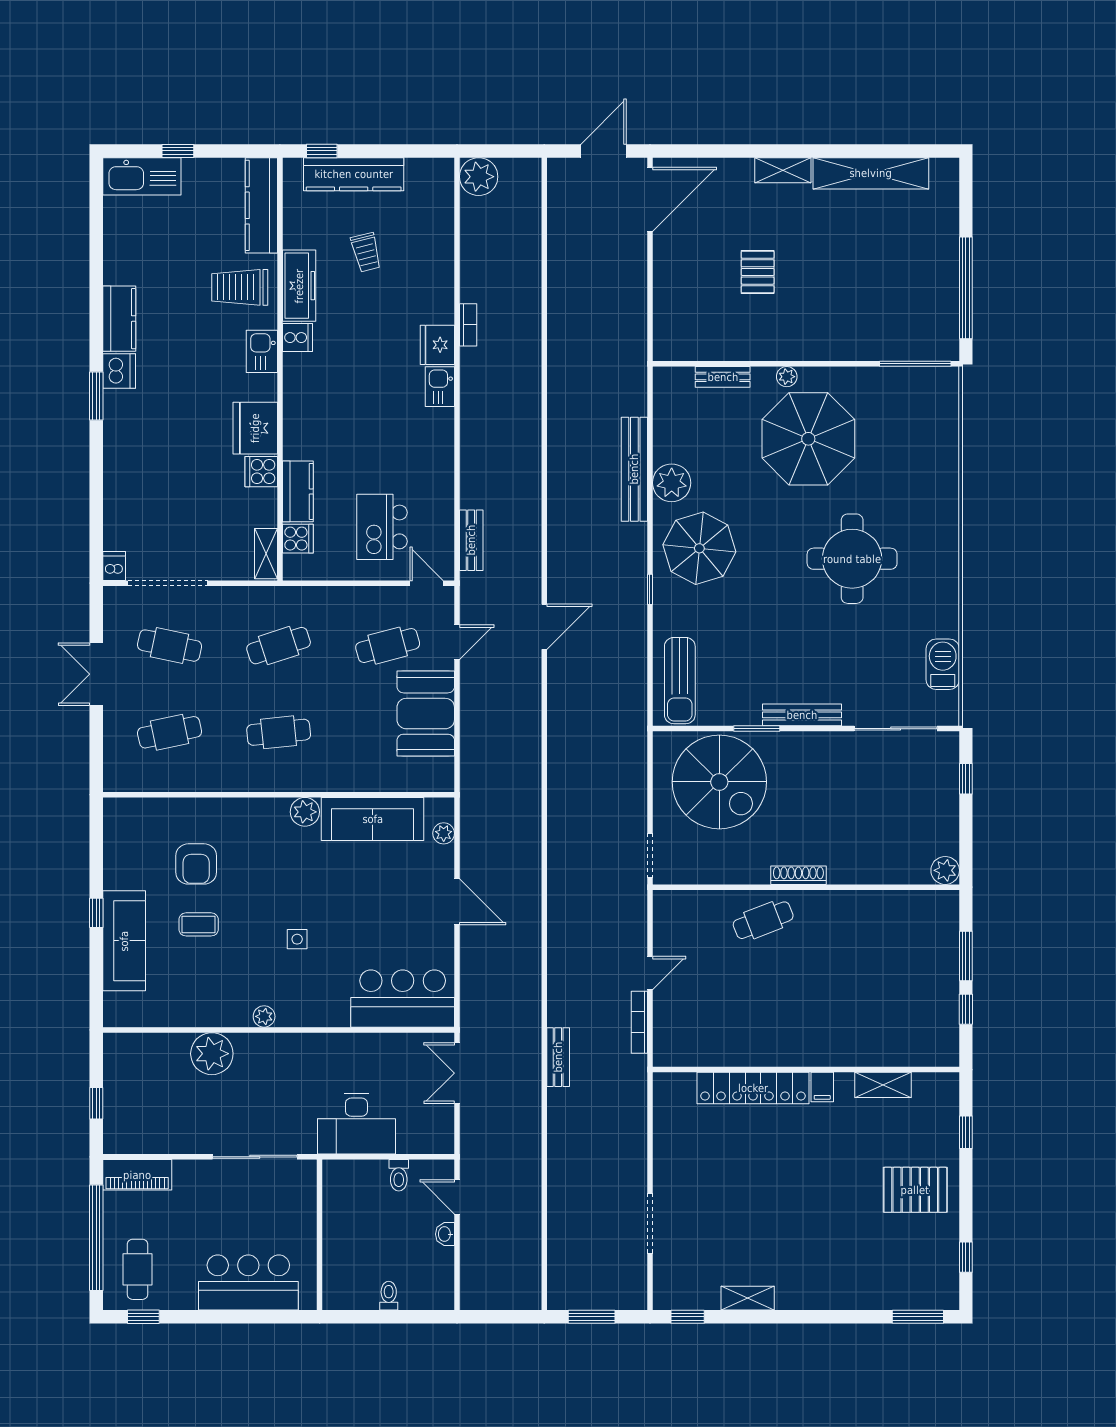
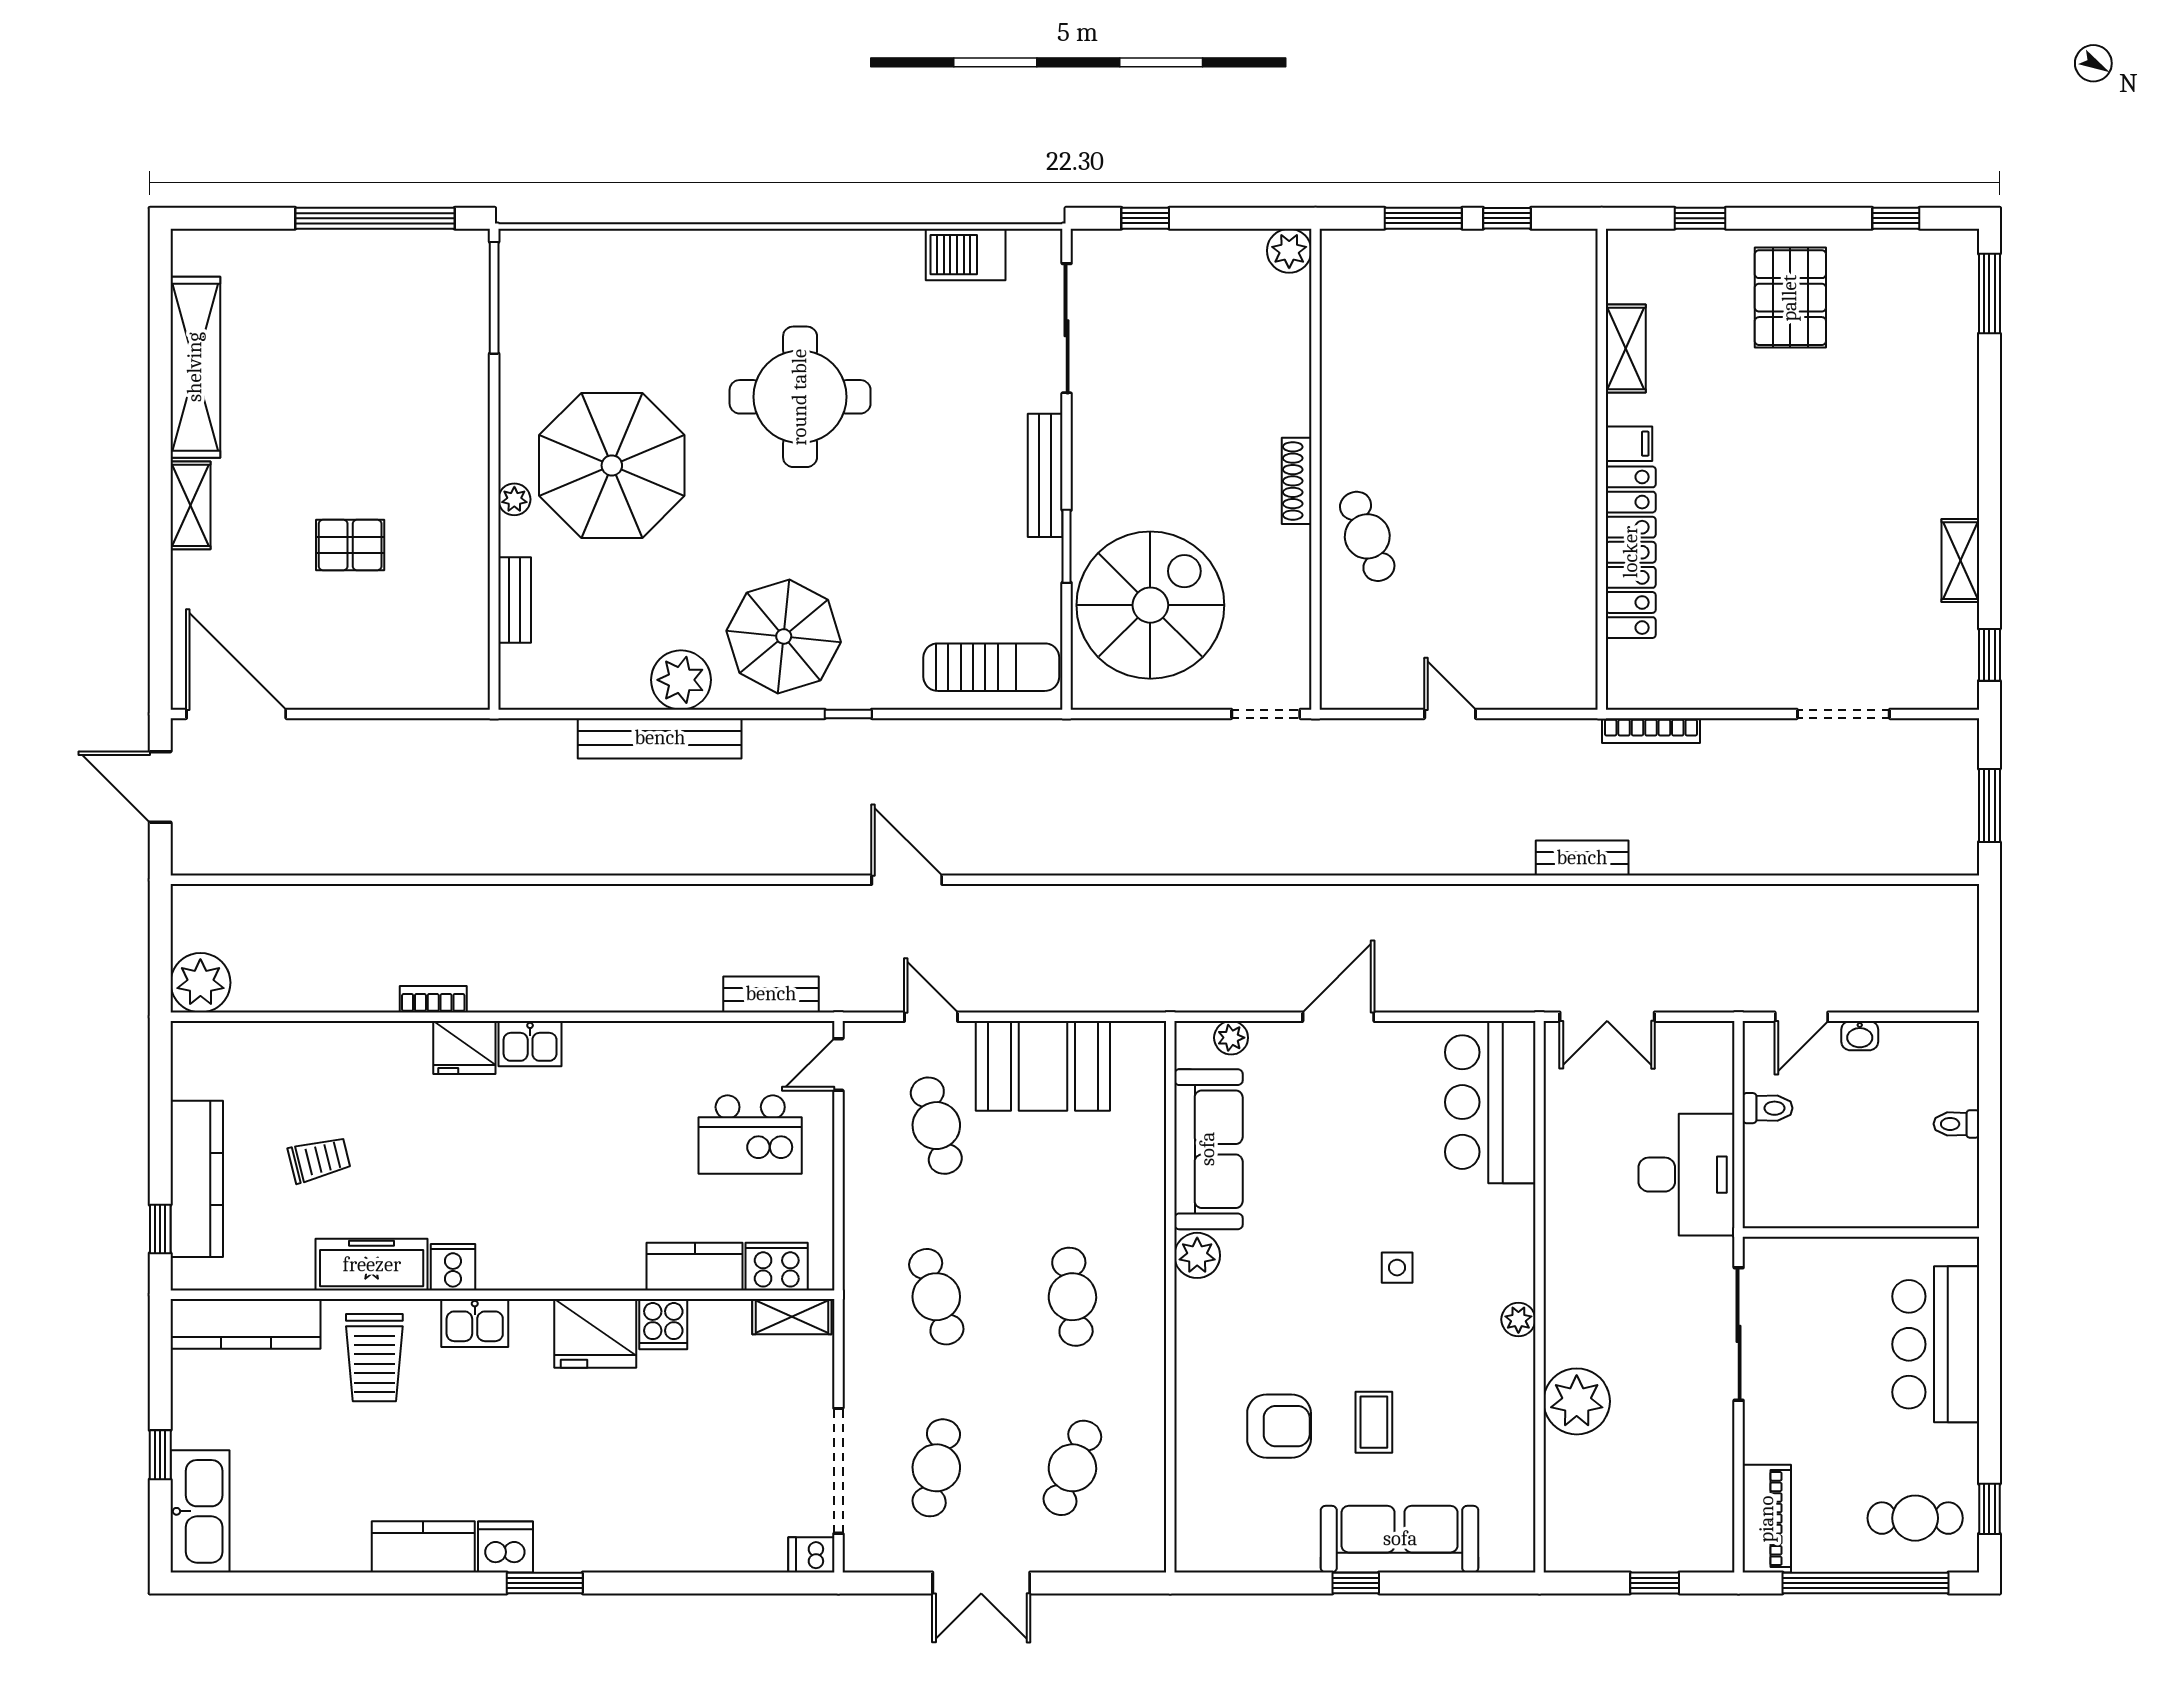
cooker: (298, 539) -> (777, 1267), width x1.36
cafe table: (170, 732) -> (1072, 1468), turned 33
bookcase: (639, 1022) -> (1651, 731), moved

